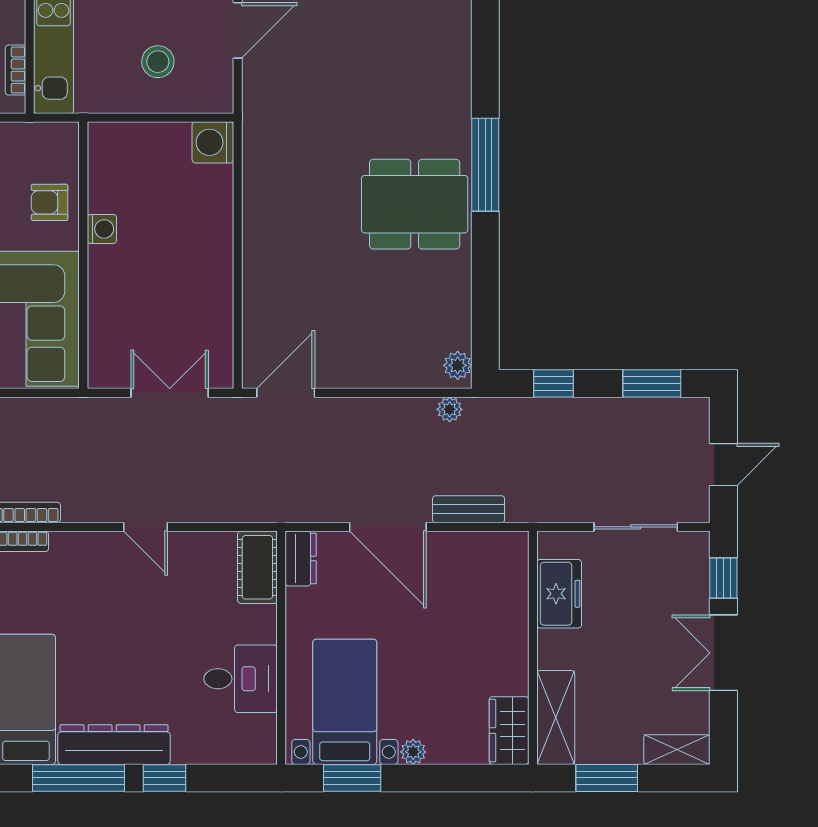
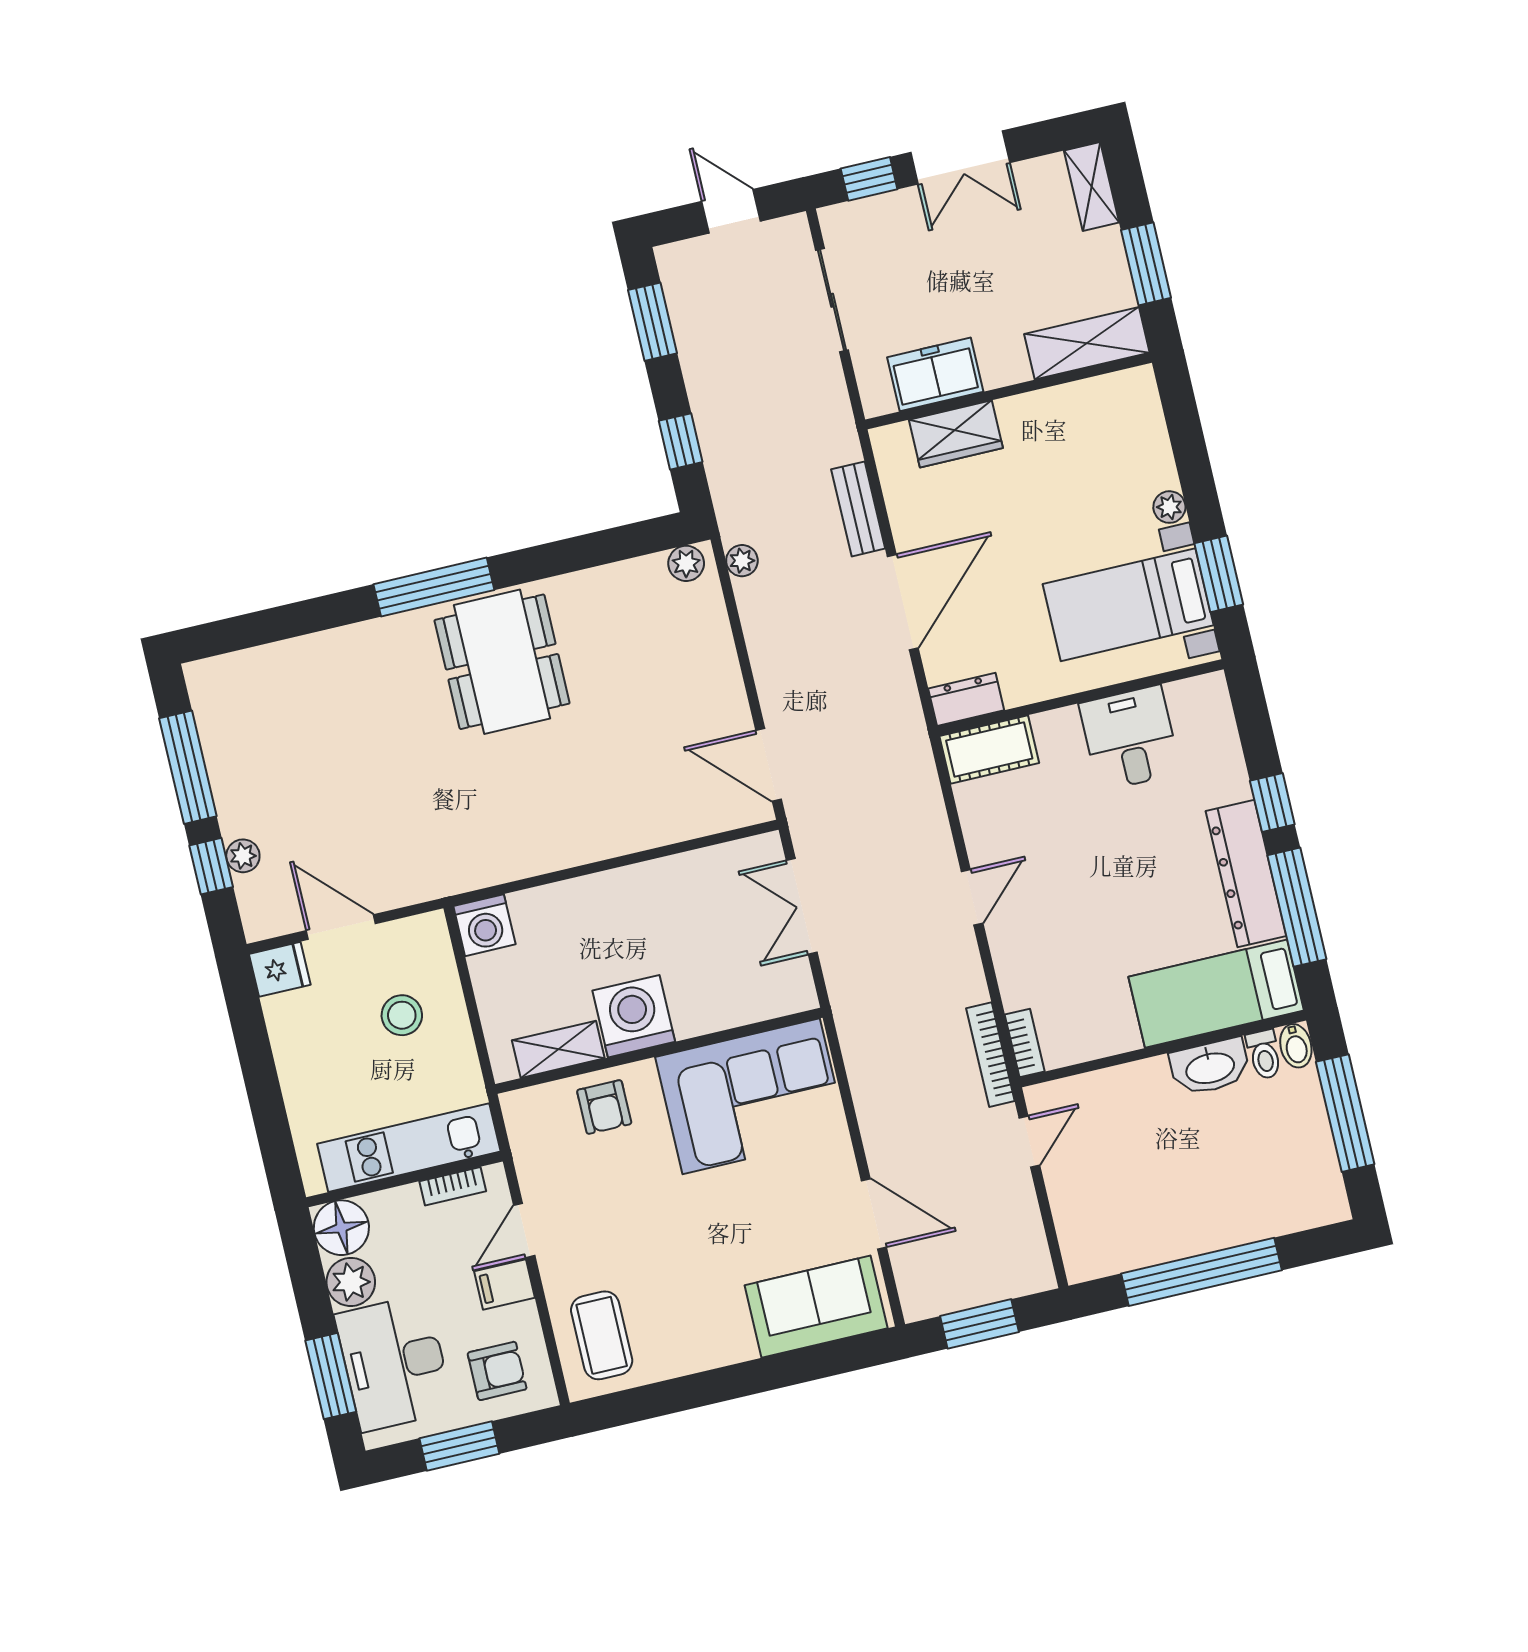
shelving: (103, 177) -> (558, 1049), added
washing machine: (102, 229) -> (634, 1016), width x1.89, depth x1.89
wardrobe: (509, 731) -> (956, 434), moved

